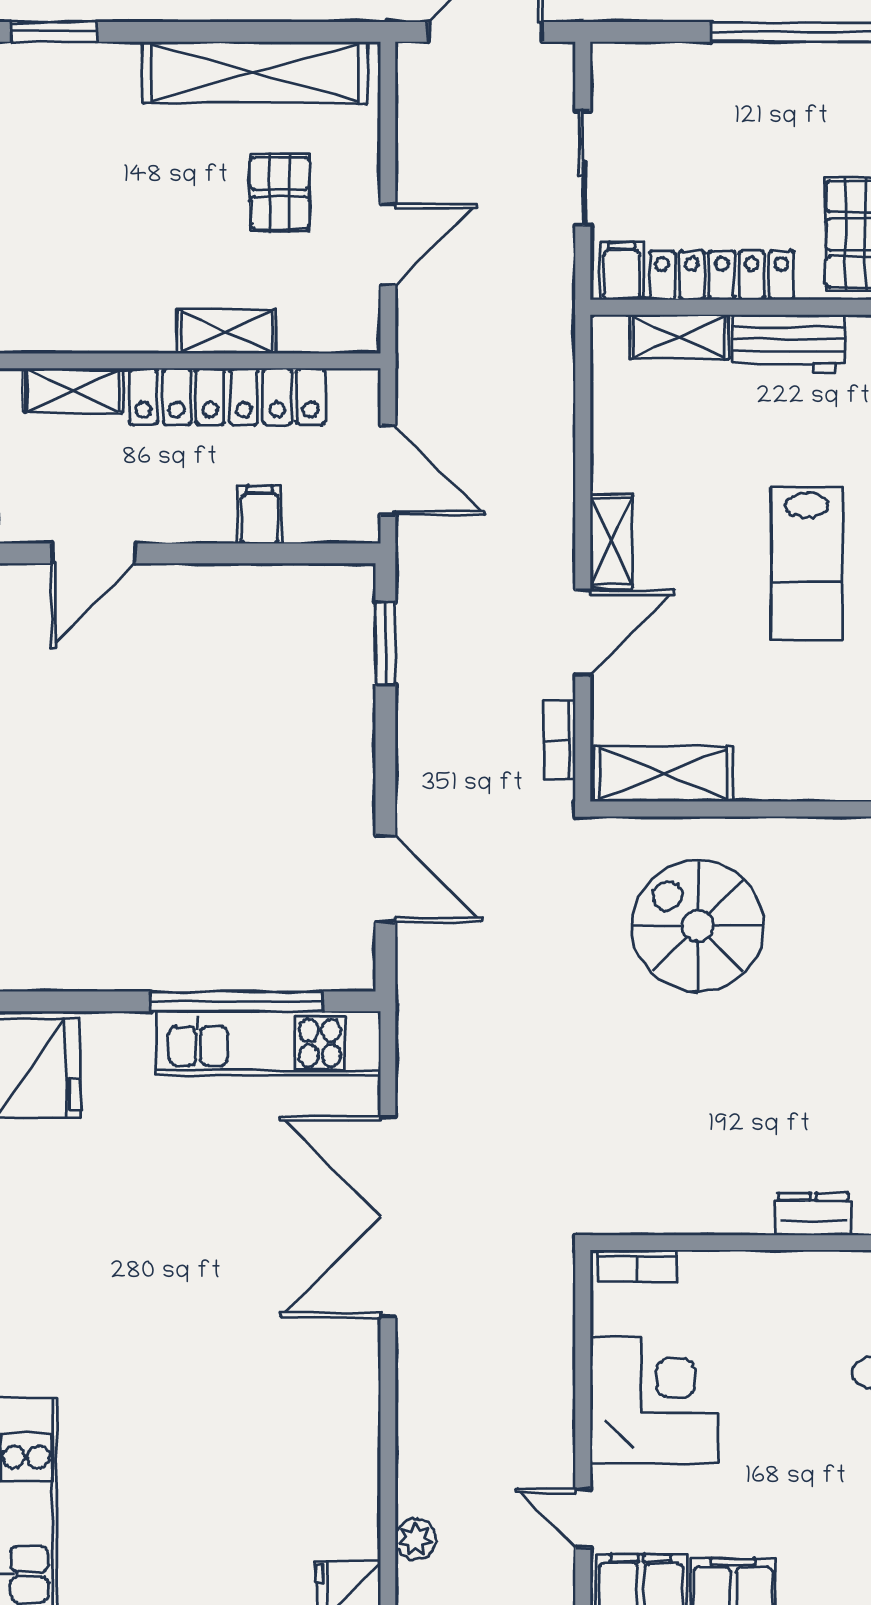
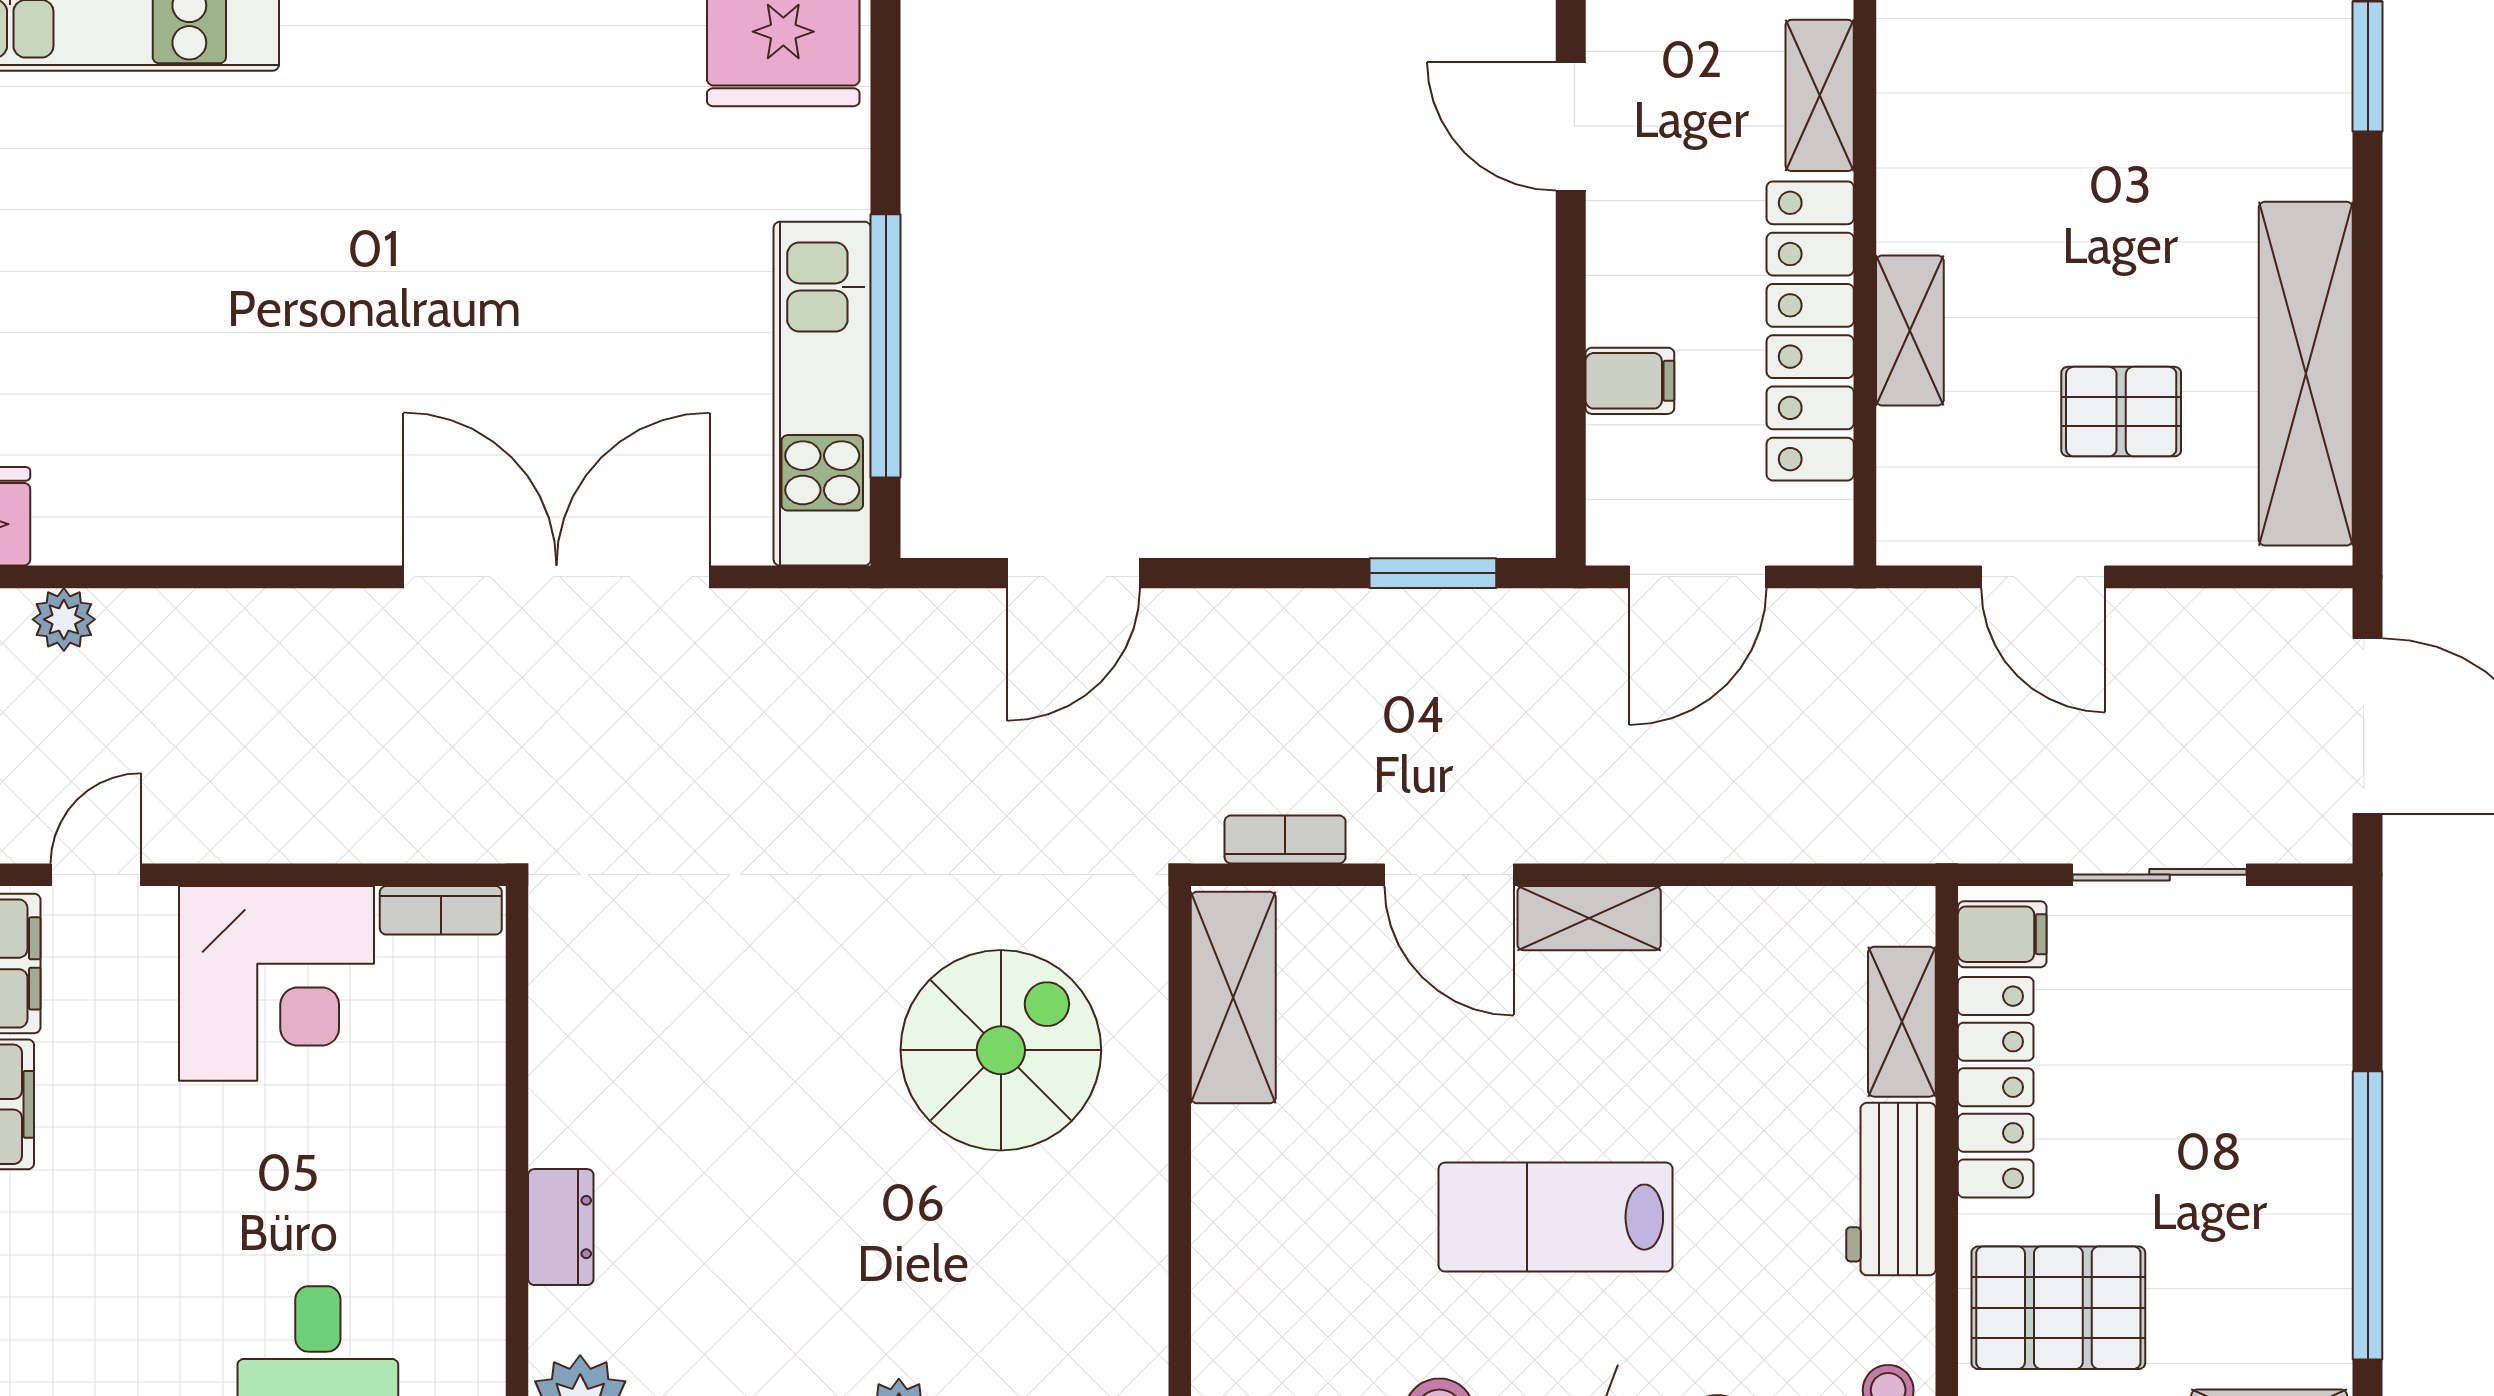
bookcase: (637, 1266) -> (441, 910), moved, turned -90

